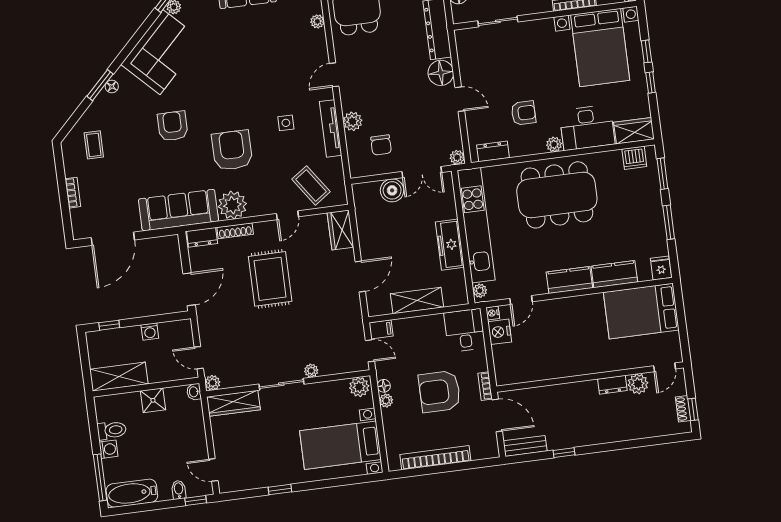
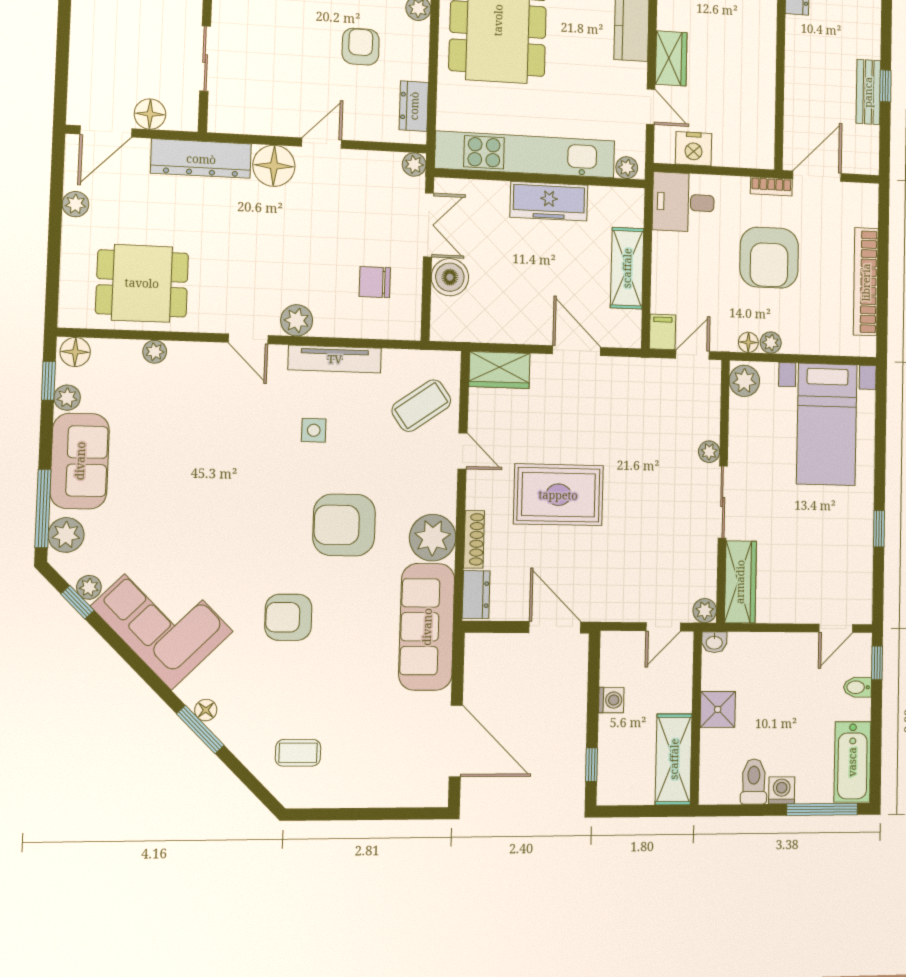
plant: (353, 121) -> (297, 320), moved
chair: (381, 145) -> (375, 282), turned 180
bookcase: (73, 193) -> (371, 798), removed
wardrobe: (554, 309) -> (671, 58), added
nightstand: (493, 313) -> (664, 154), removed
bench: (525, 446) -> (868, 92), moved

